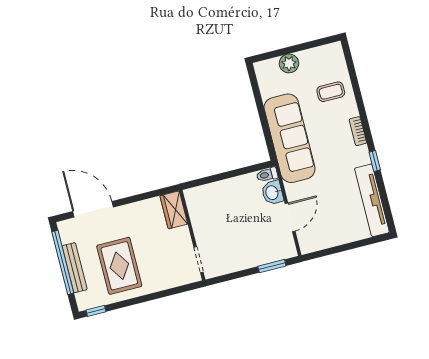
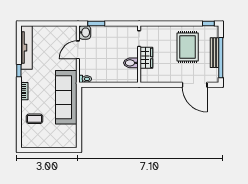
plant: (289, 63) -> (55, 142), removed
washbasin: (272, 193) -> (85, 32), moved
wardrobe: (174, 210) -> (146, 58), moved
bidet: (202, 218) -> (131, 63), added

